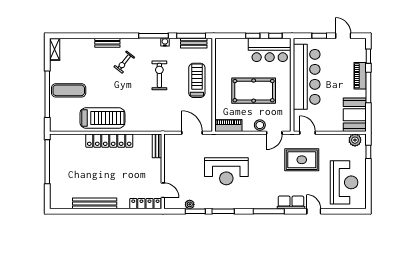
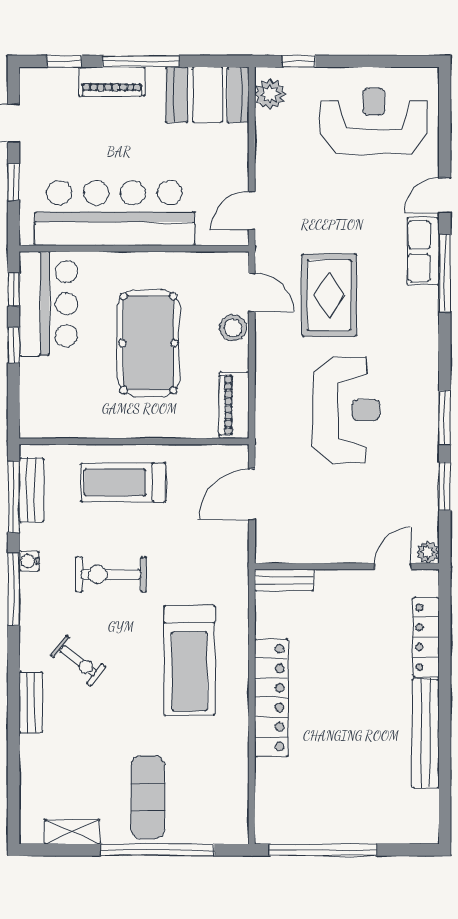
shelving: (55, 49) -> (72, 832), moved
treadmill: (102, 118) -> (189, 660), moved, turned 180
rug: (302, 160) -> (329, 295), moved
locker: (145, 204) -> (426, 637), moved
plant: (190, 204) -> (428, 552), moved
window: (269, 211) -> (445, 273), moved

